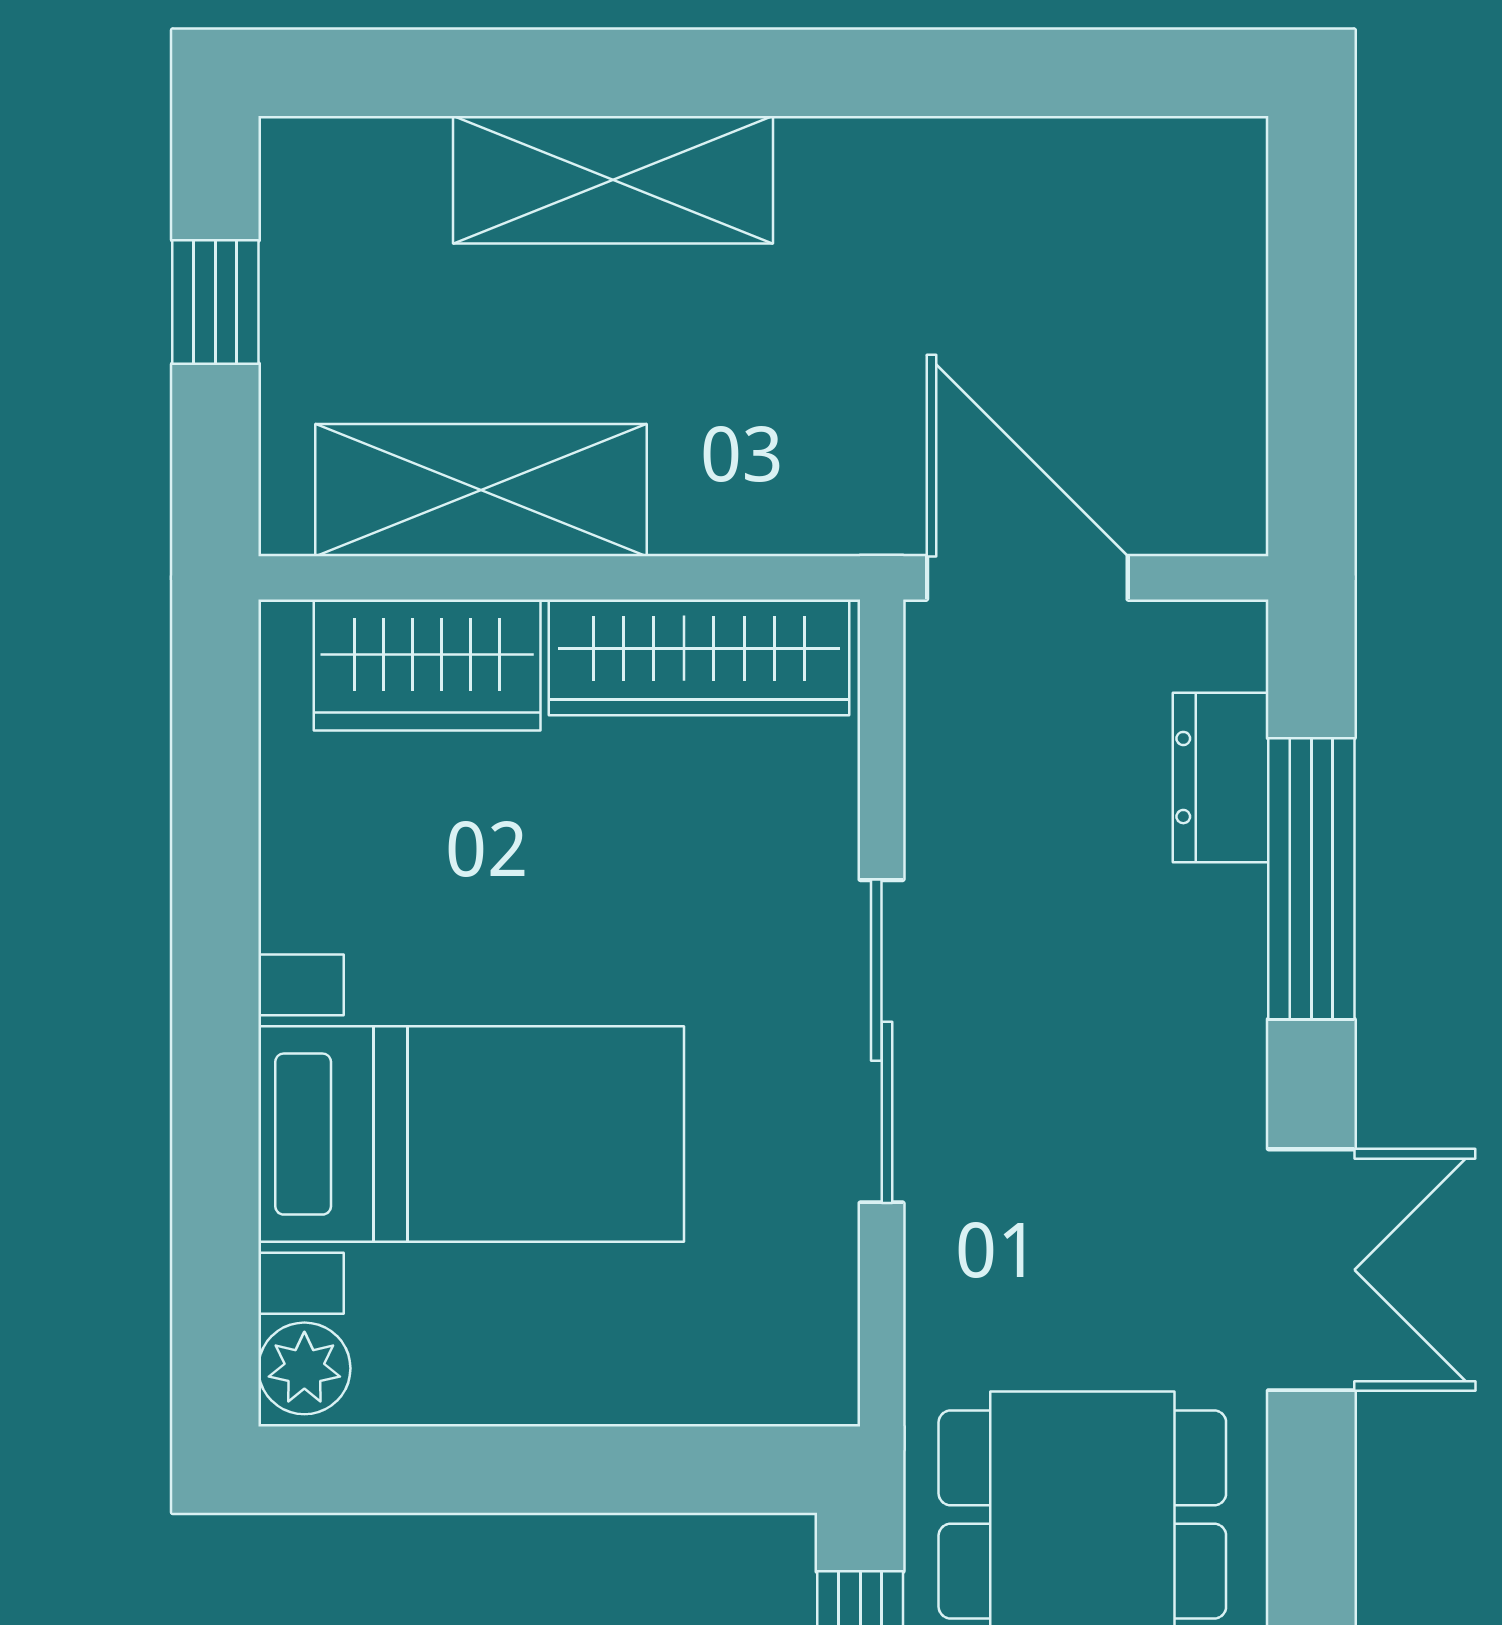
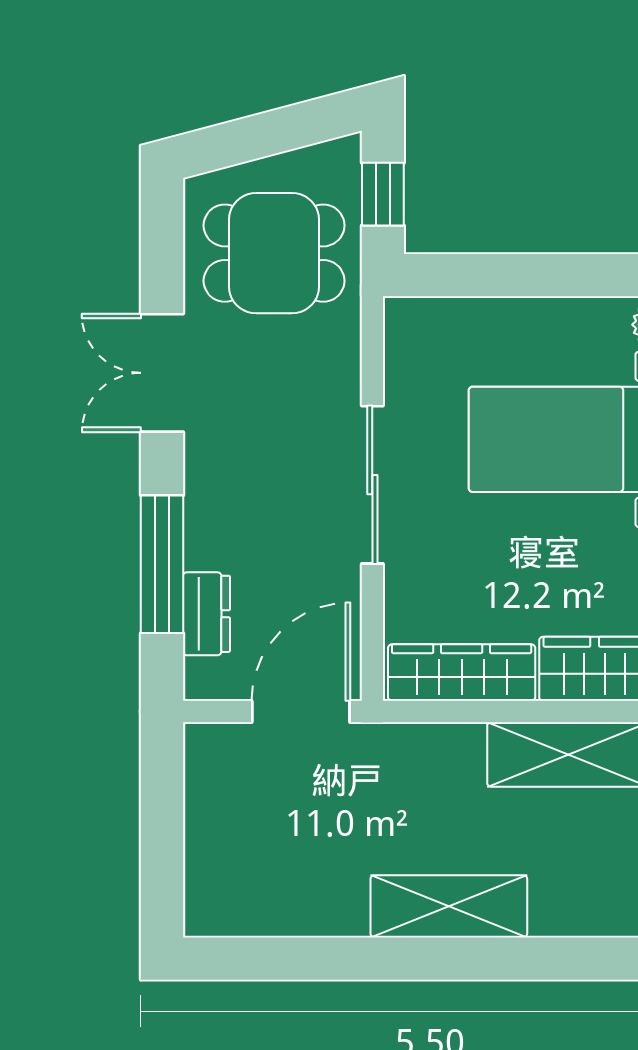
shelving: (613, 180) -> (449, 906), moved
door: (1027, 578) -> (301, 711), swing flipped

